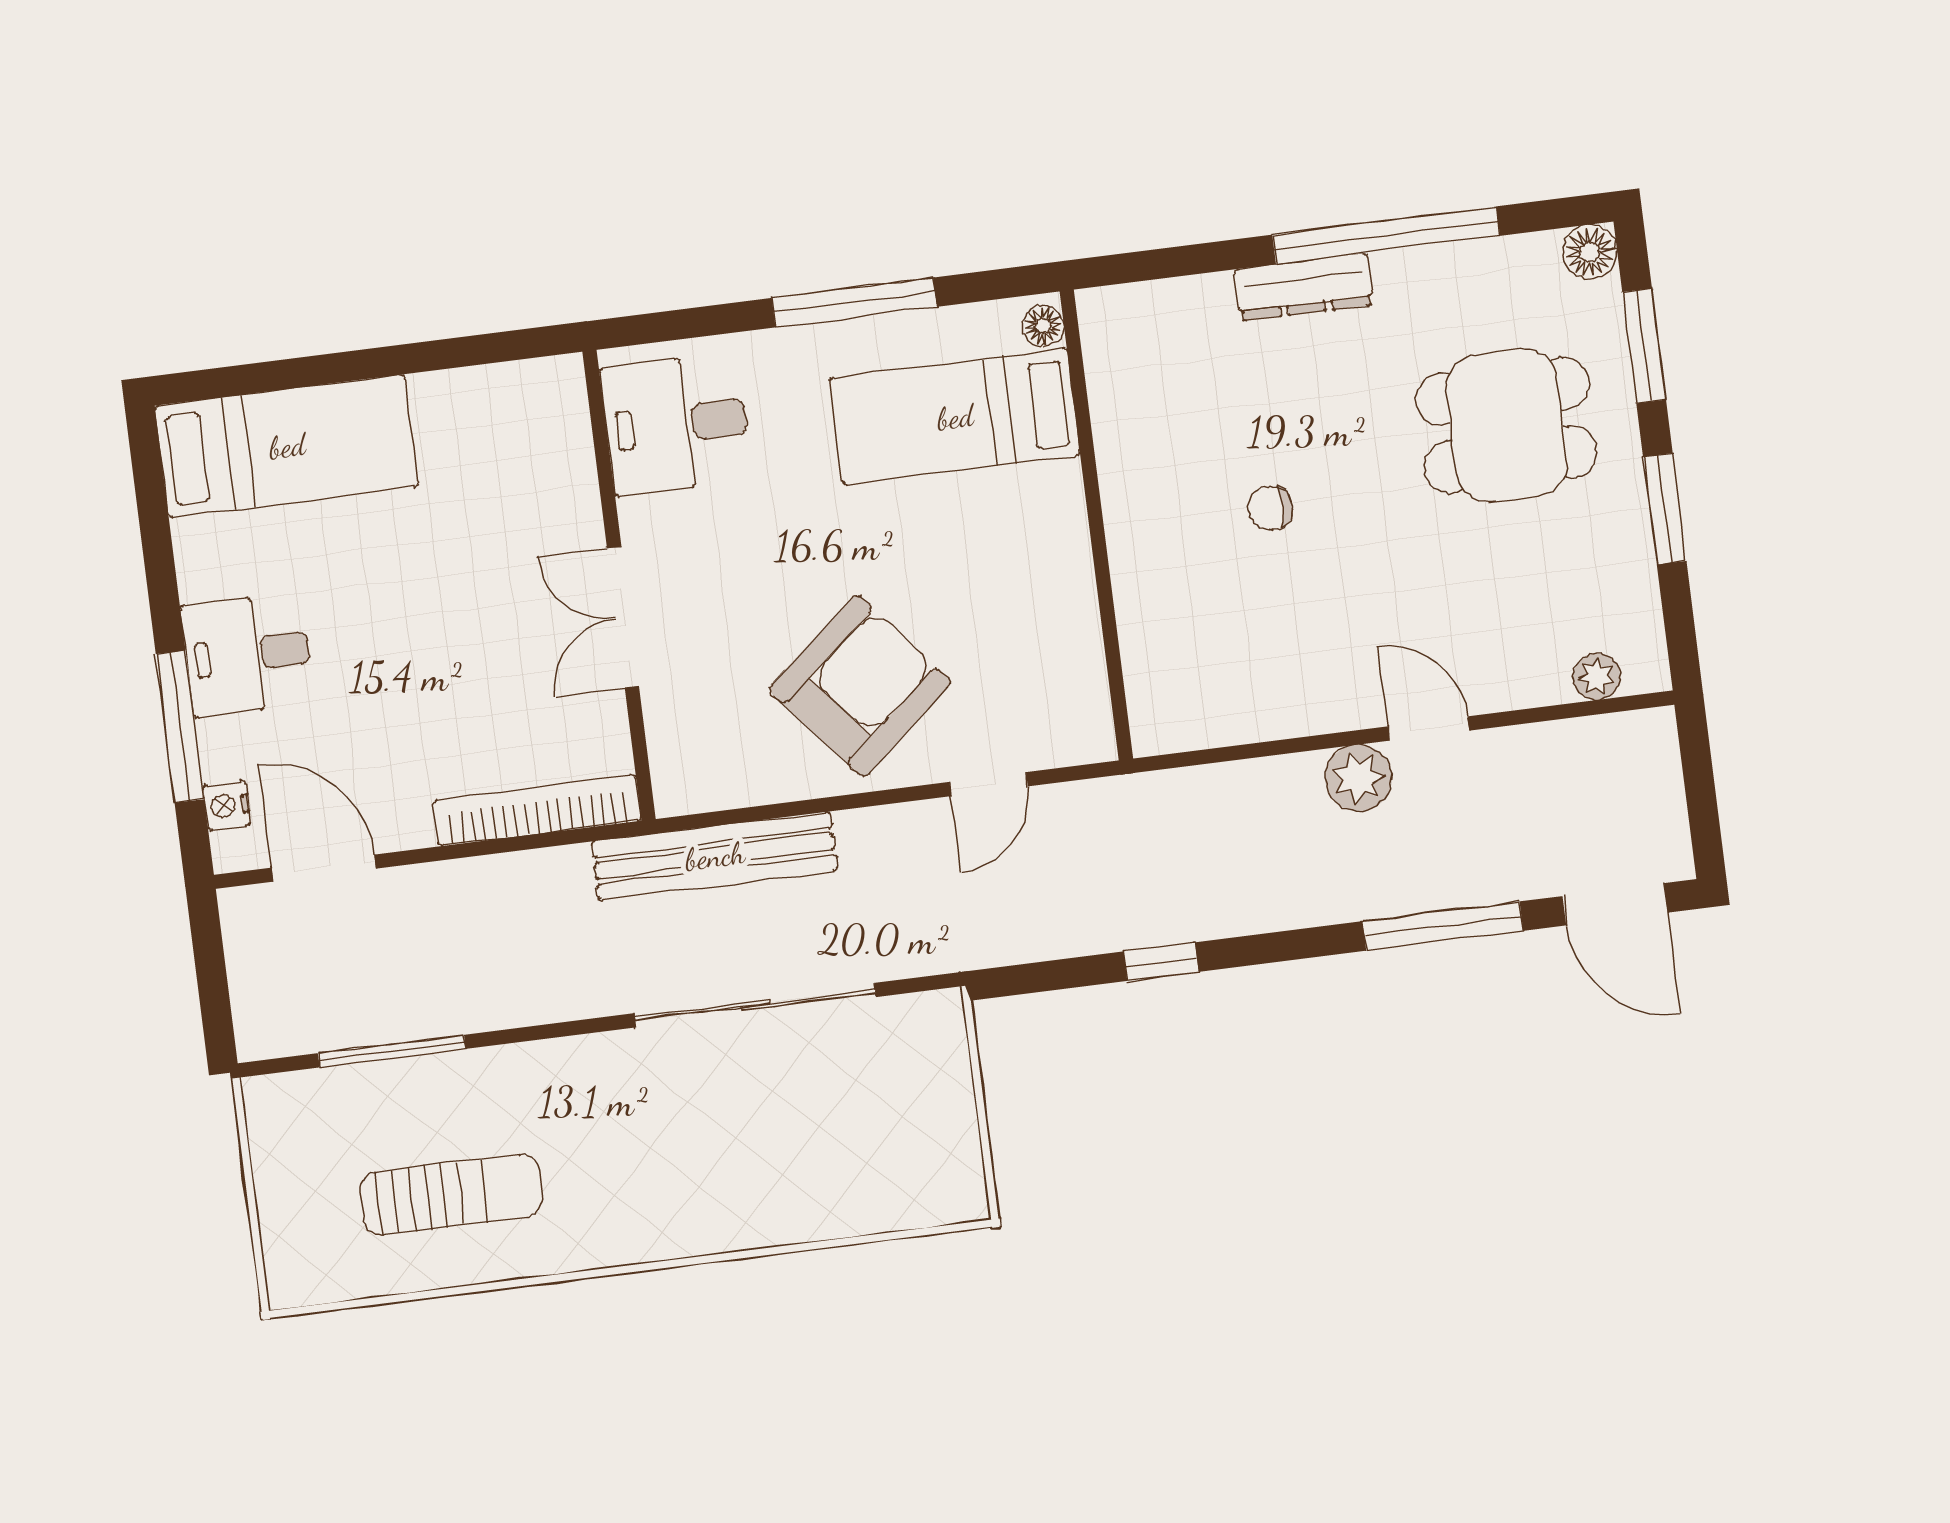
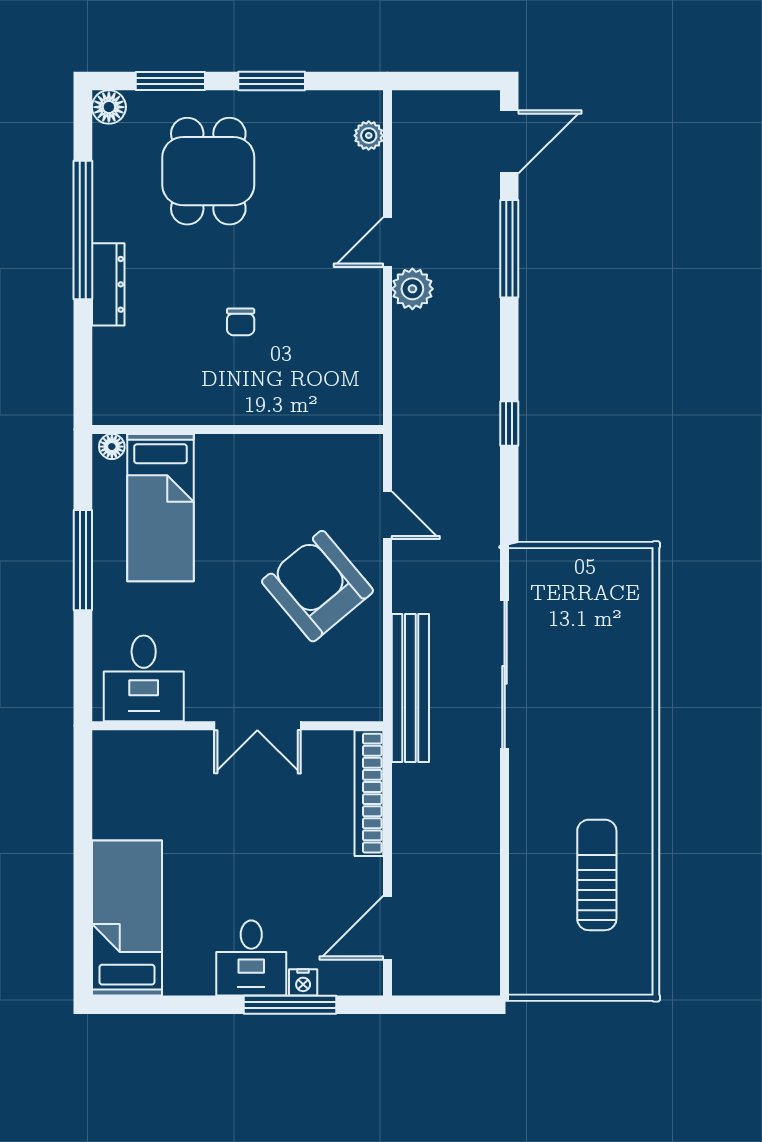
nightstand: (227, 806) -> (303, 982), moved
window: (392, 1051) -> (505, 900), removed

